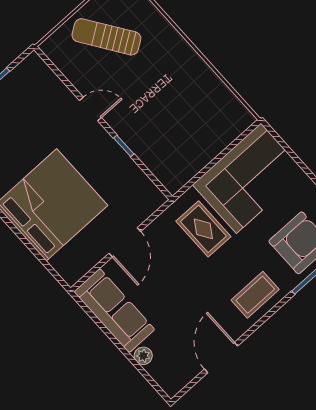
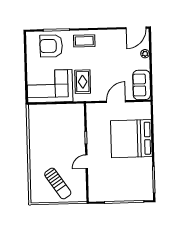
door: (90, 109) -> (87, 162), hinge flipped
sofa: (114, 311) -> (142, 85), width x0.73
door: (221, 358) -> (136, 28), moved

